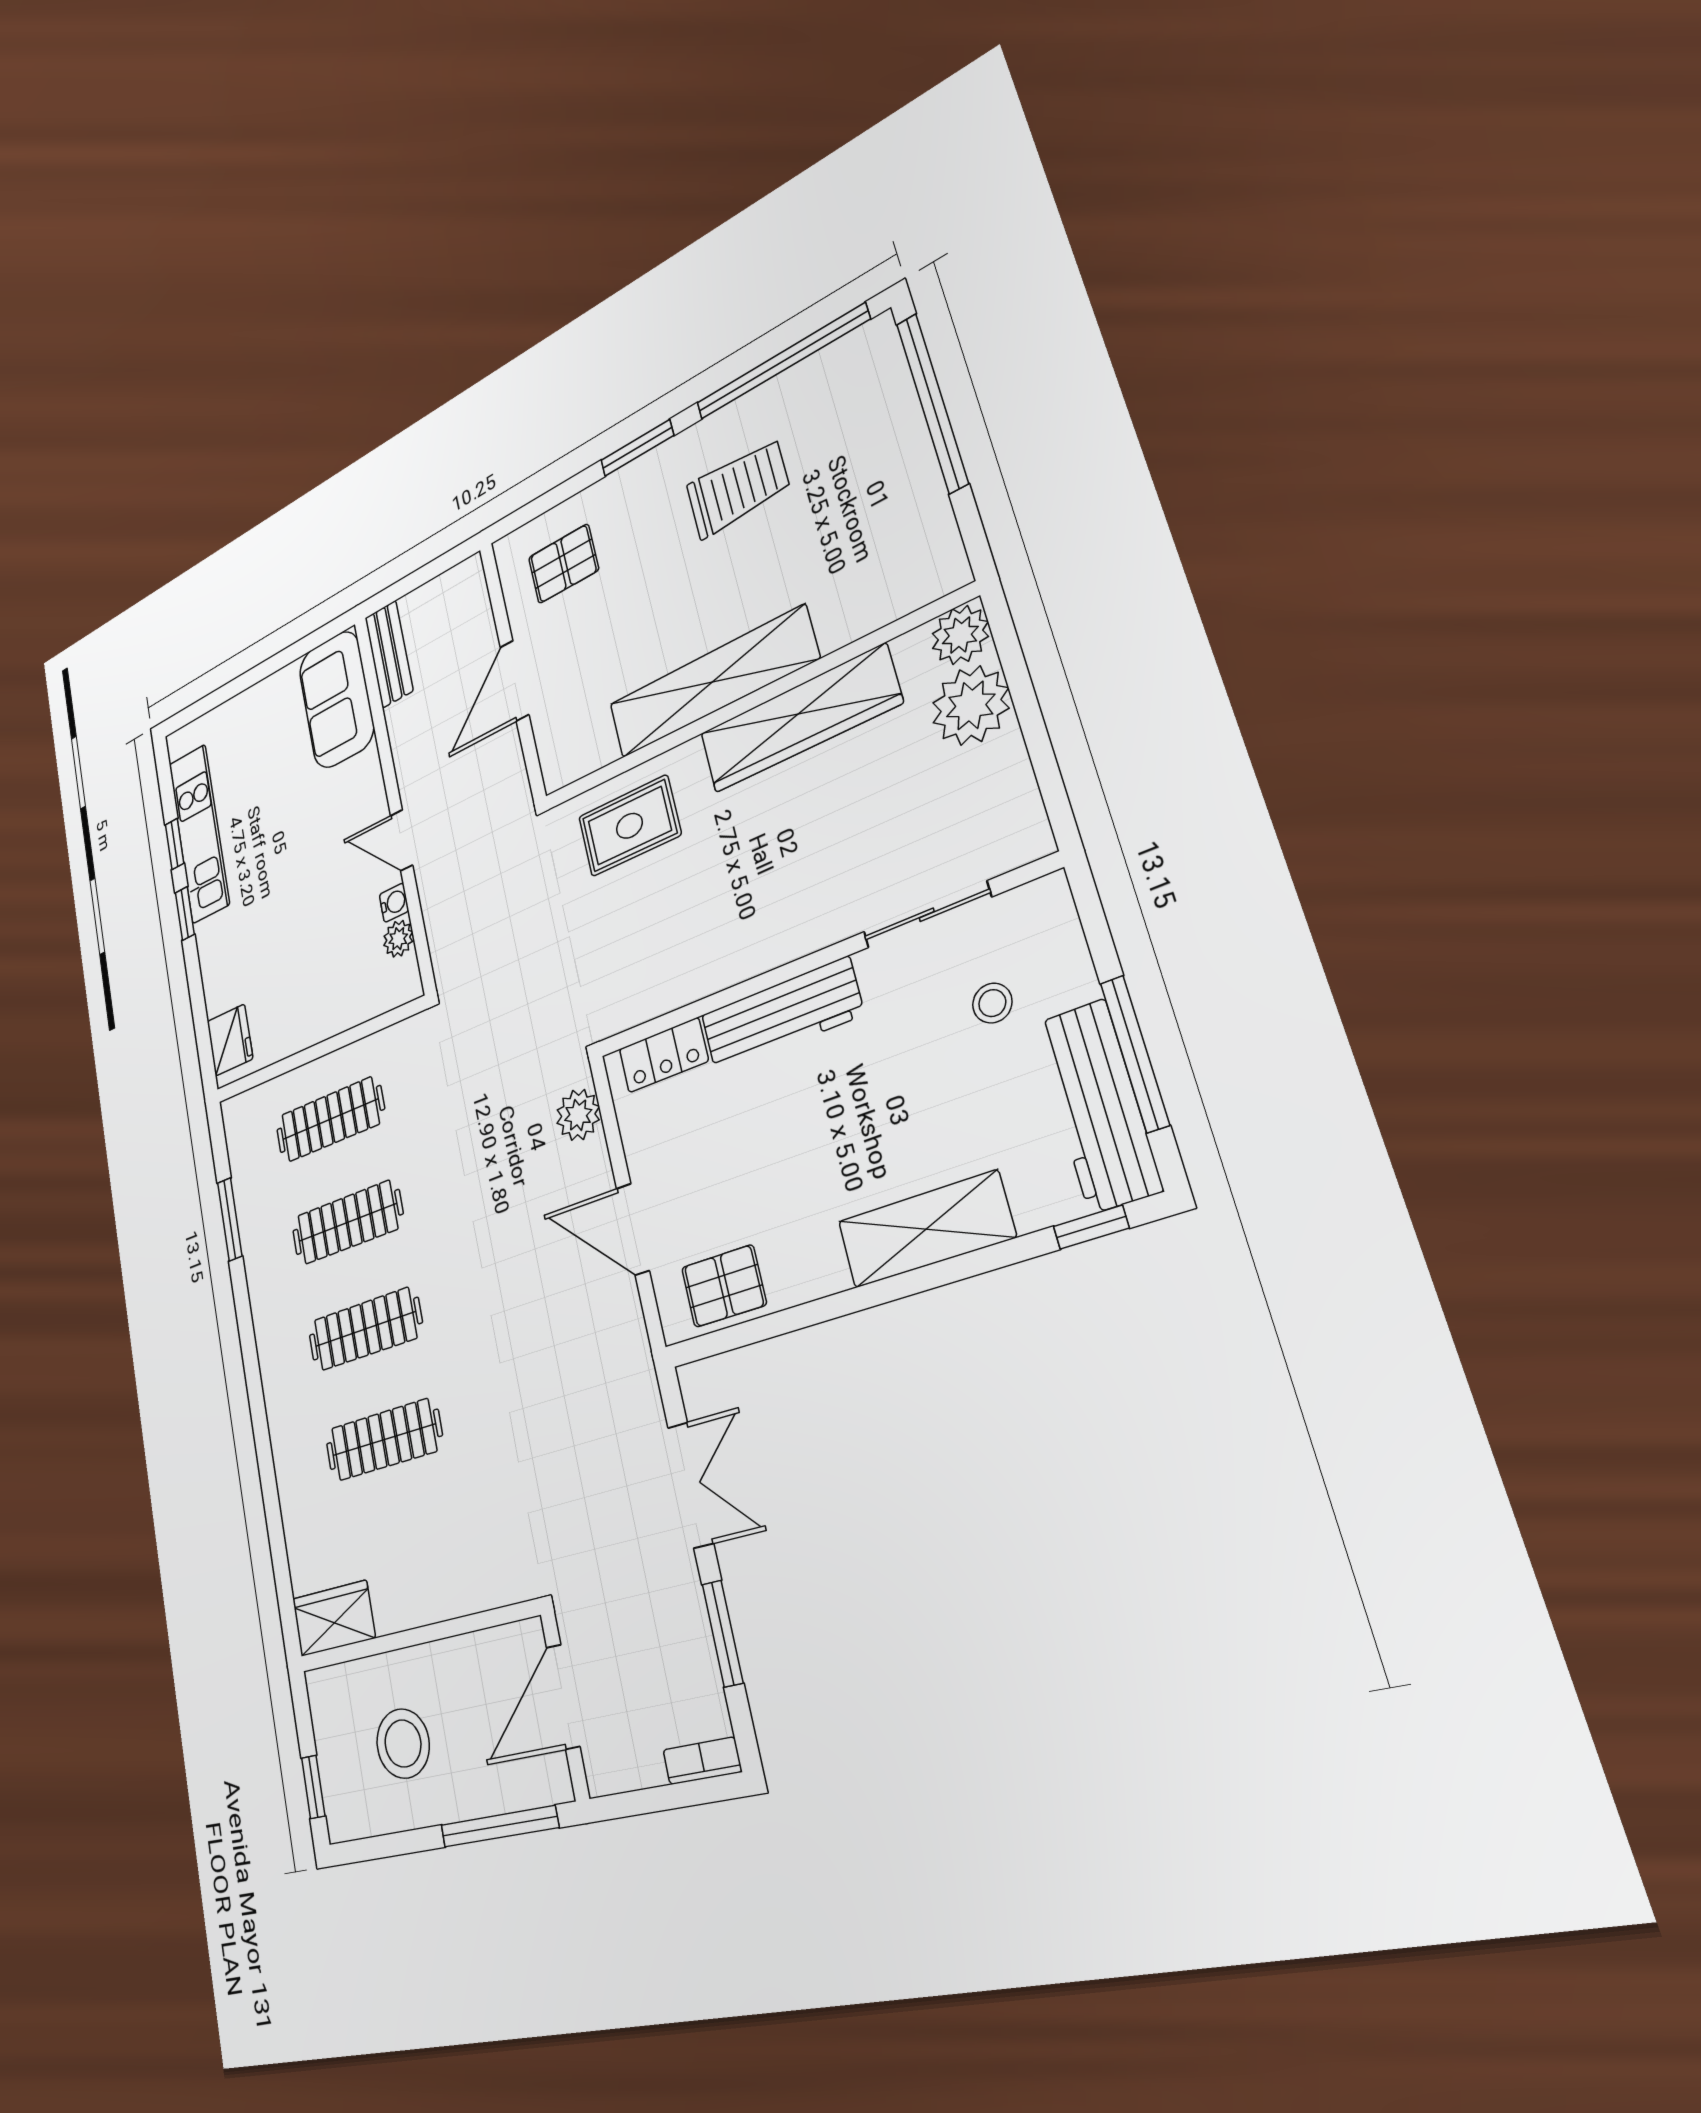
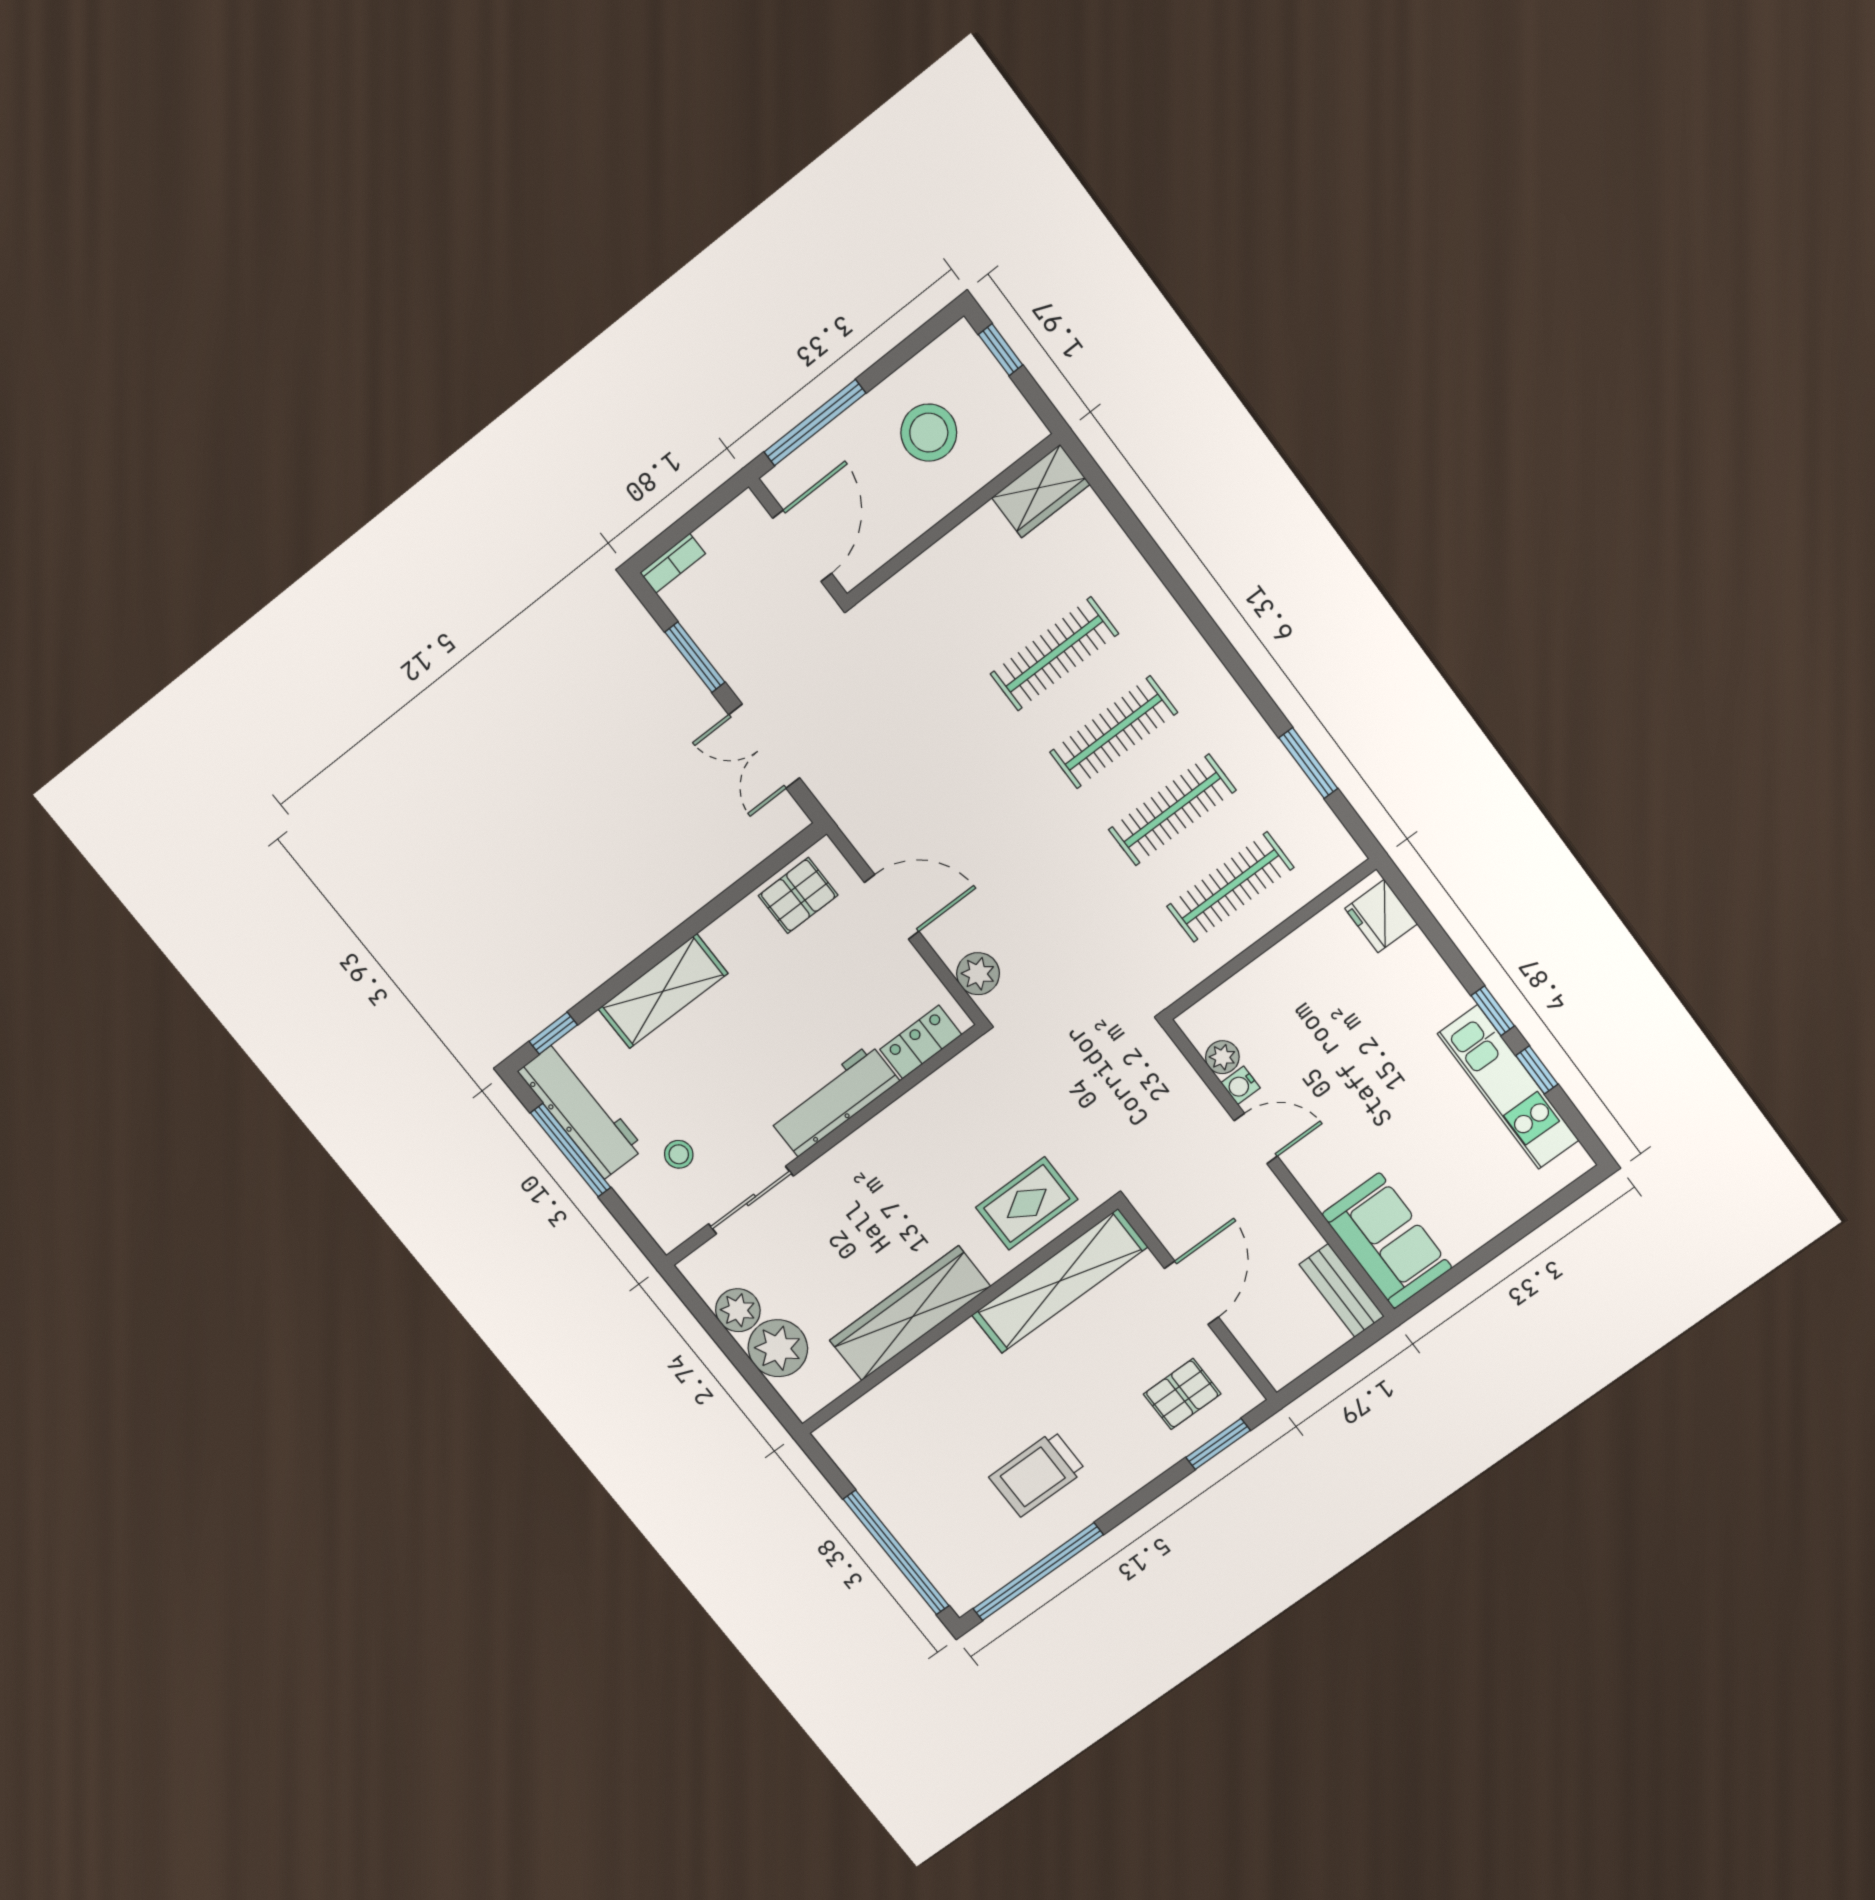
window: (637, 448) -> (1218, 1444), moved
plant: (960, 635) -> (738, 1310), moved
shelving: (712, 682) -> (1060, 1281), moved

